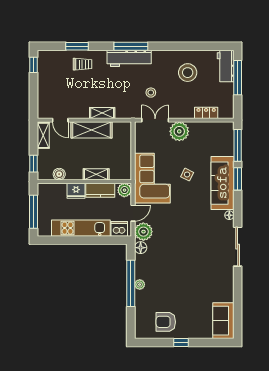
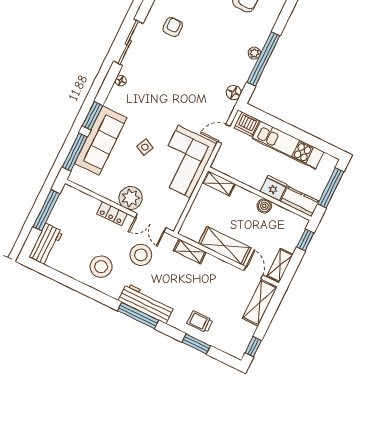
stool: (188, 73) -> (101, 267), moved
window: (238, 78) -> (46, 210), moved
stool: (151, 93) -> (141, 255), width x1.89, depth x1.89
shelving: (45, 100) -> (260, 303), added
shelving: (102, 113) -> (190, 251), moved
locker: (206, 113) -> (112, 214), moved
boiler: (59, 174) -> (264, 206), moved
shelving: (96, 174) -> (219, 183), moved
sofa: (222, 183) -> (101, 141), moved
kitchen counter: (100, 190) -> (300, 201), moved
plant: (124, 190) -> (221, 163), removed
plant: (143, 232) -> (222, 108), removed
armchair: (210, 274) -> (173, 27), added

